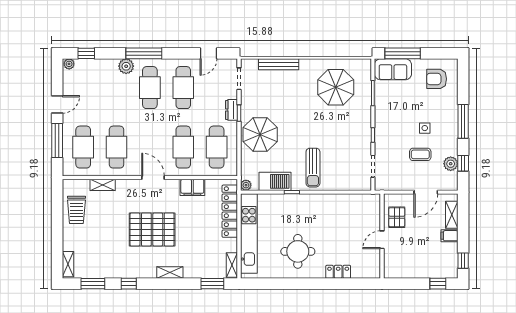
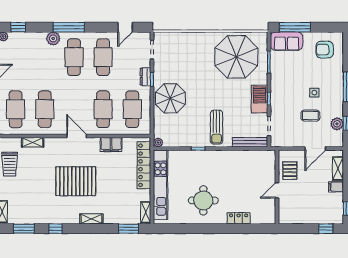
bench: (279, 64) -> (250, 142), moved
parasol: (336, 87) -> (236, 57), width x1.36, depth x1.36
barbecue: (275, 181) -> (260, 99), moved, turned -90

